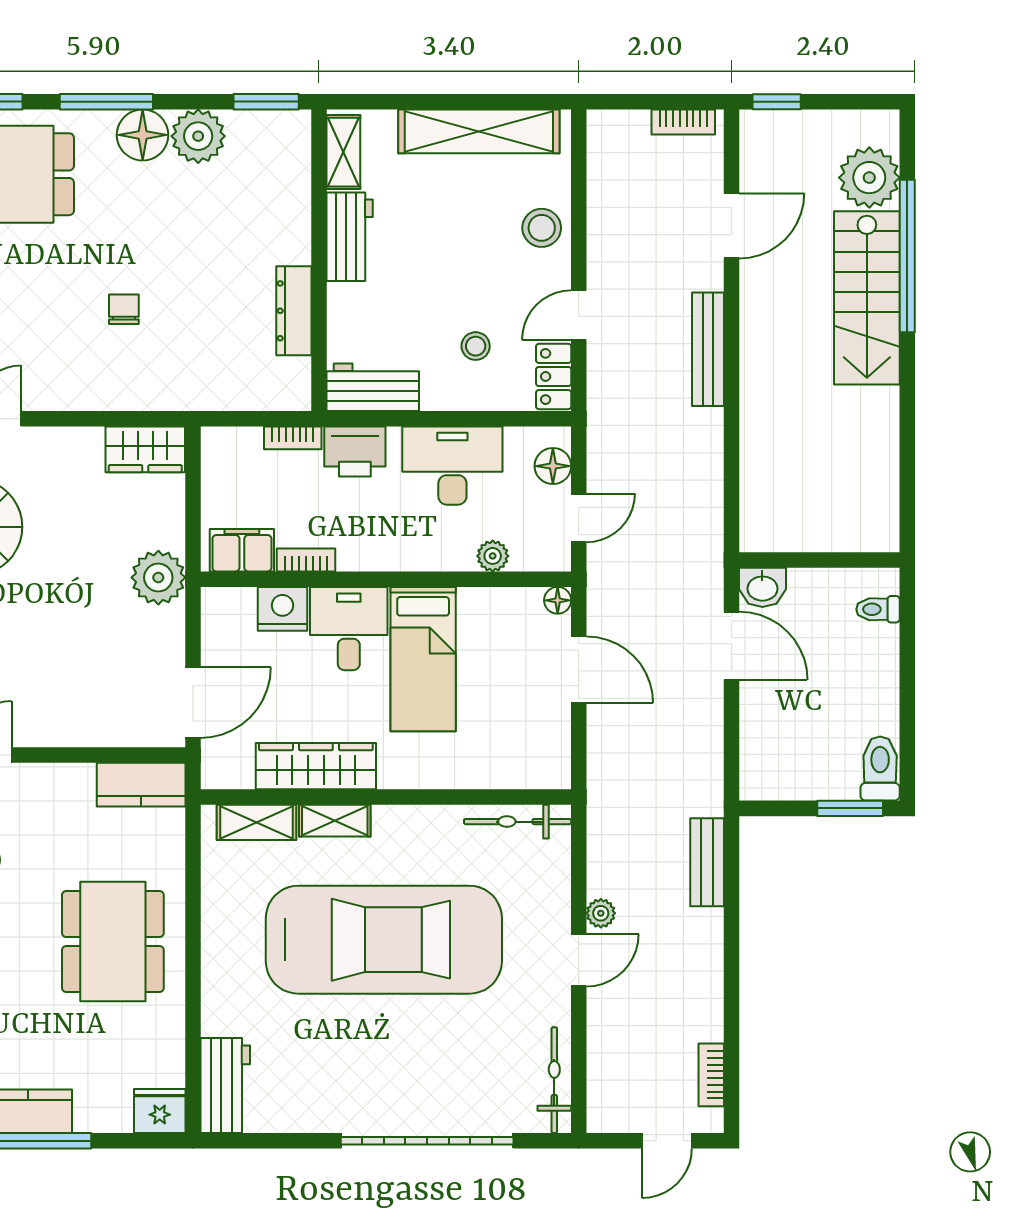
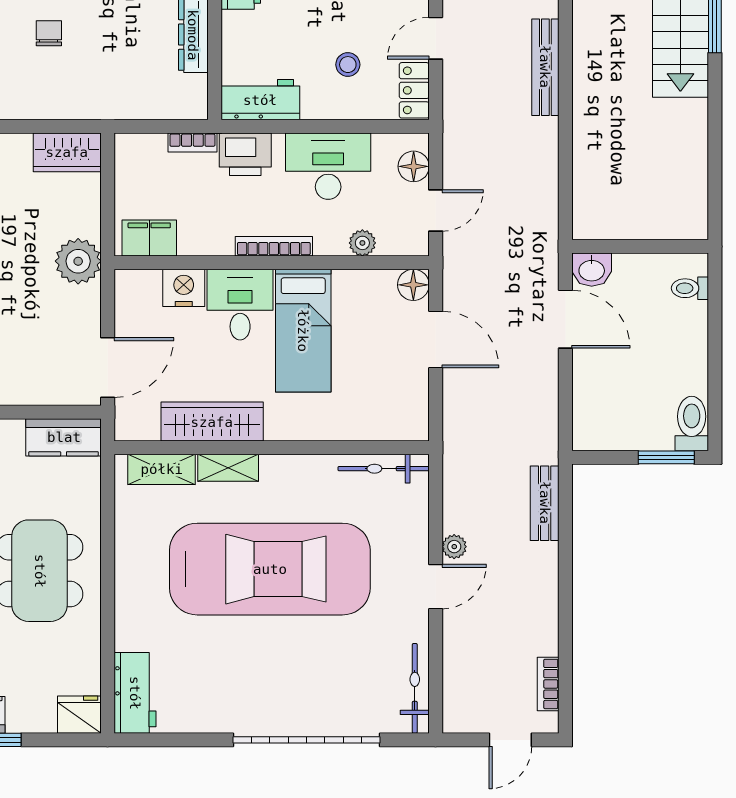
bookcase: (306, 560) -> (274, 246), moved, width x1.56
floor lamp: (558, 600) -> (413, 285), width x1.37, depth x1.37

